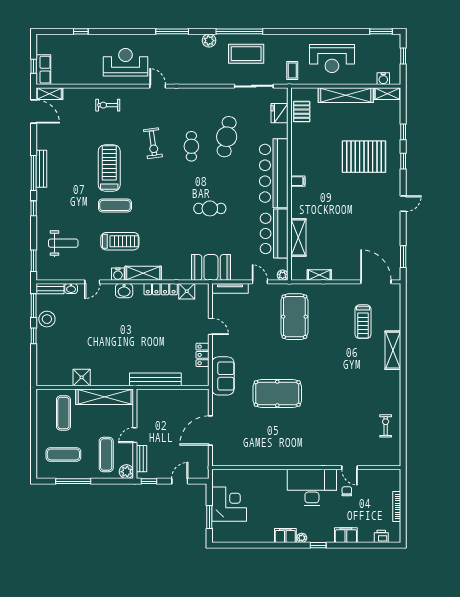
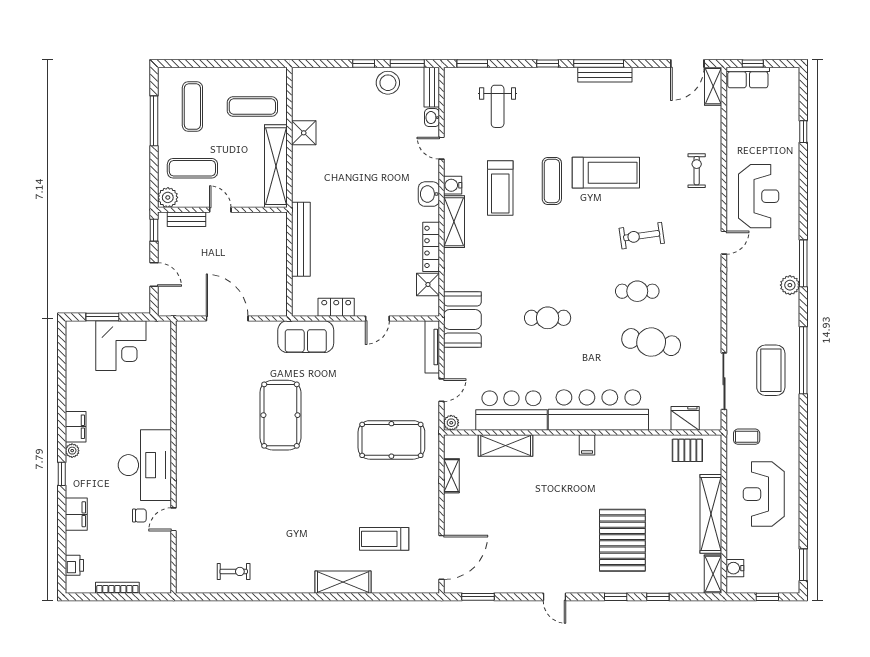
plant: (209, 41) -> (790, 285), moved
cafe table: (210, 208) -> (548, 318), turned 90

